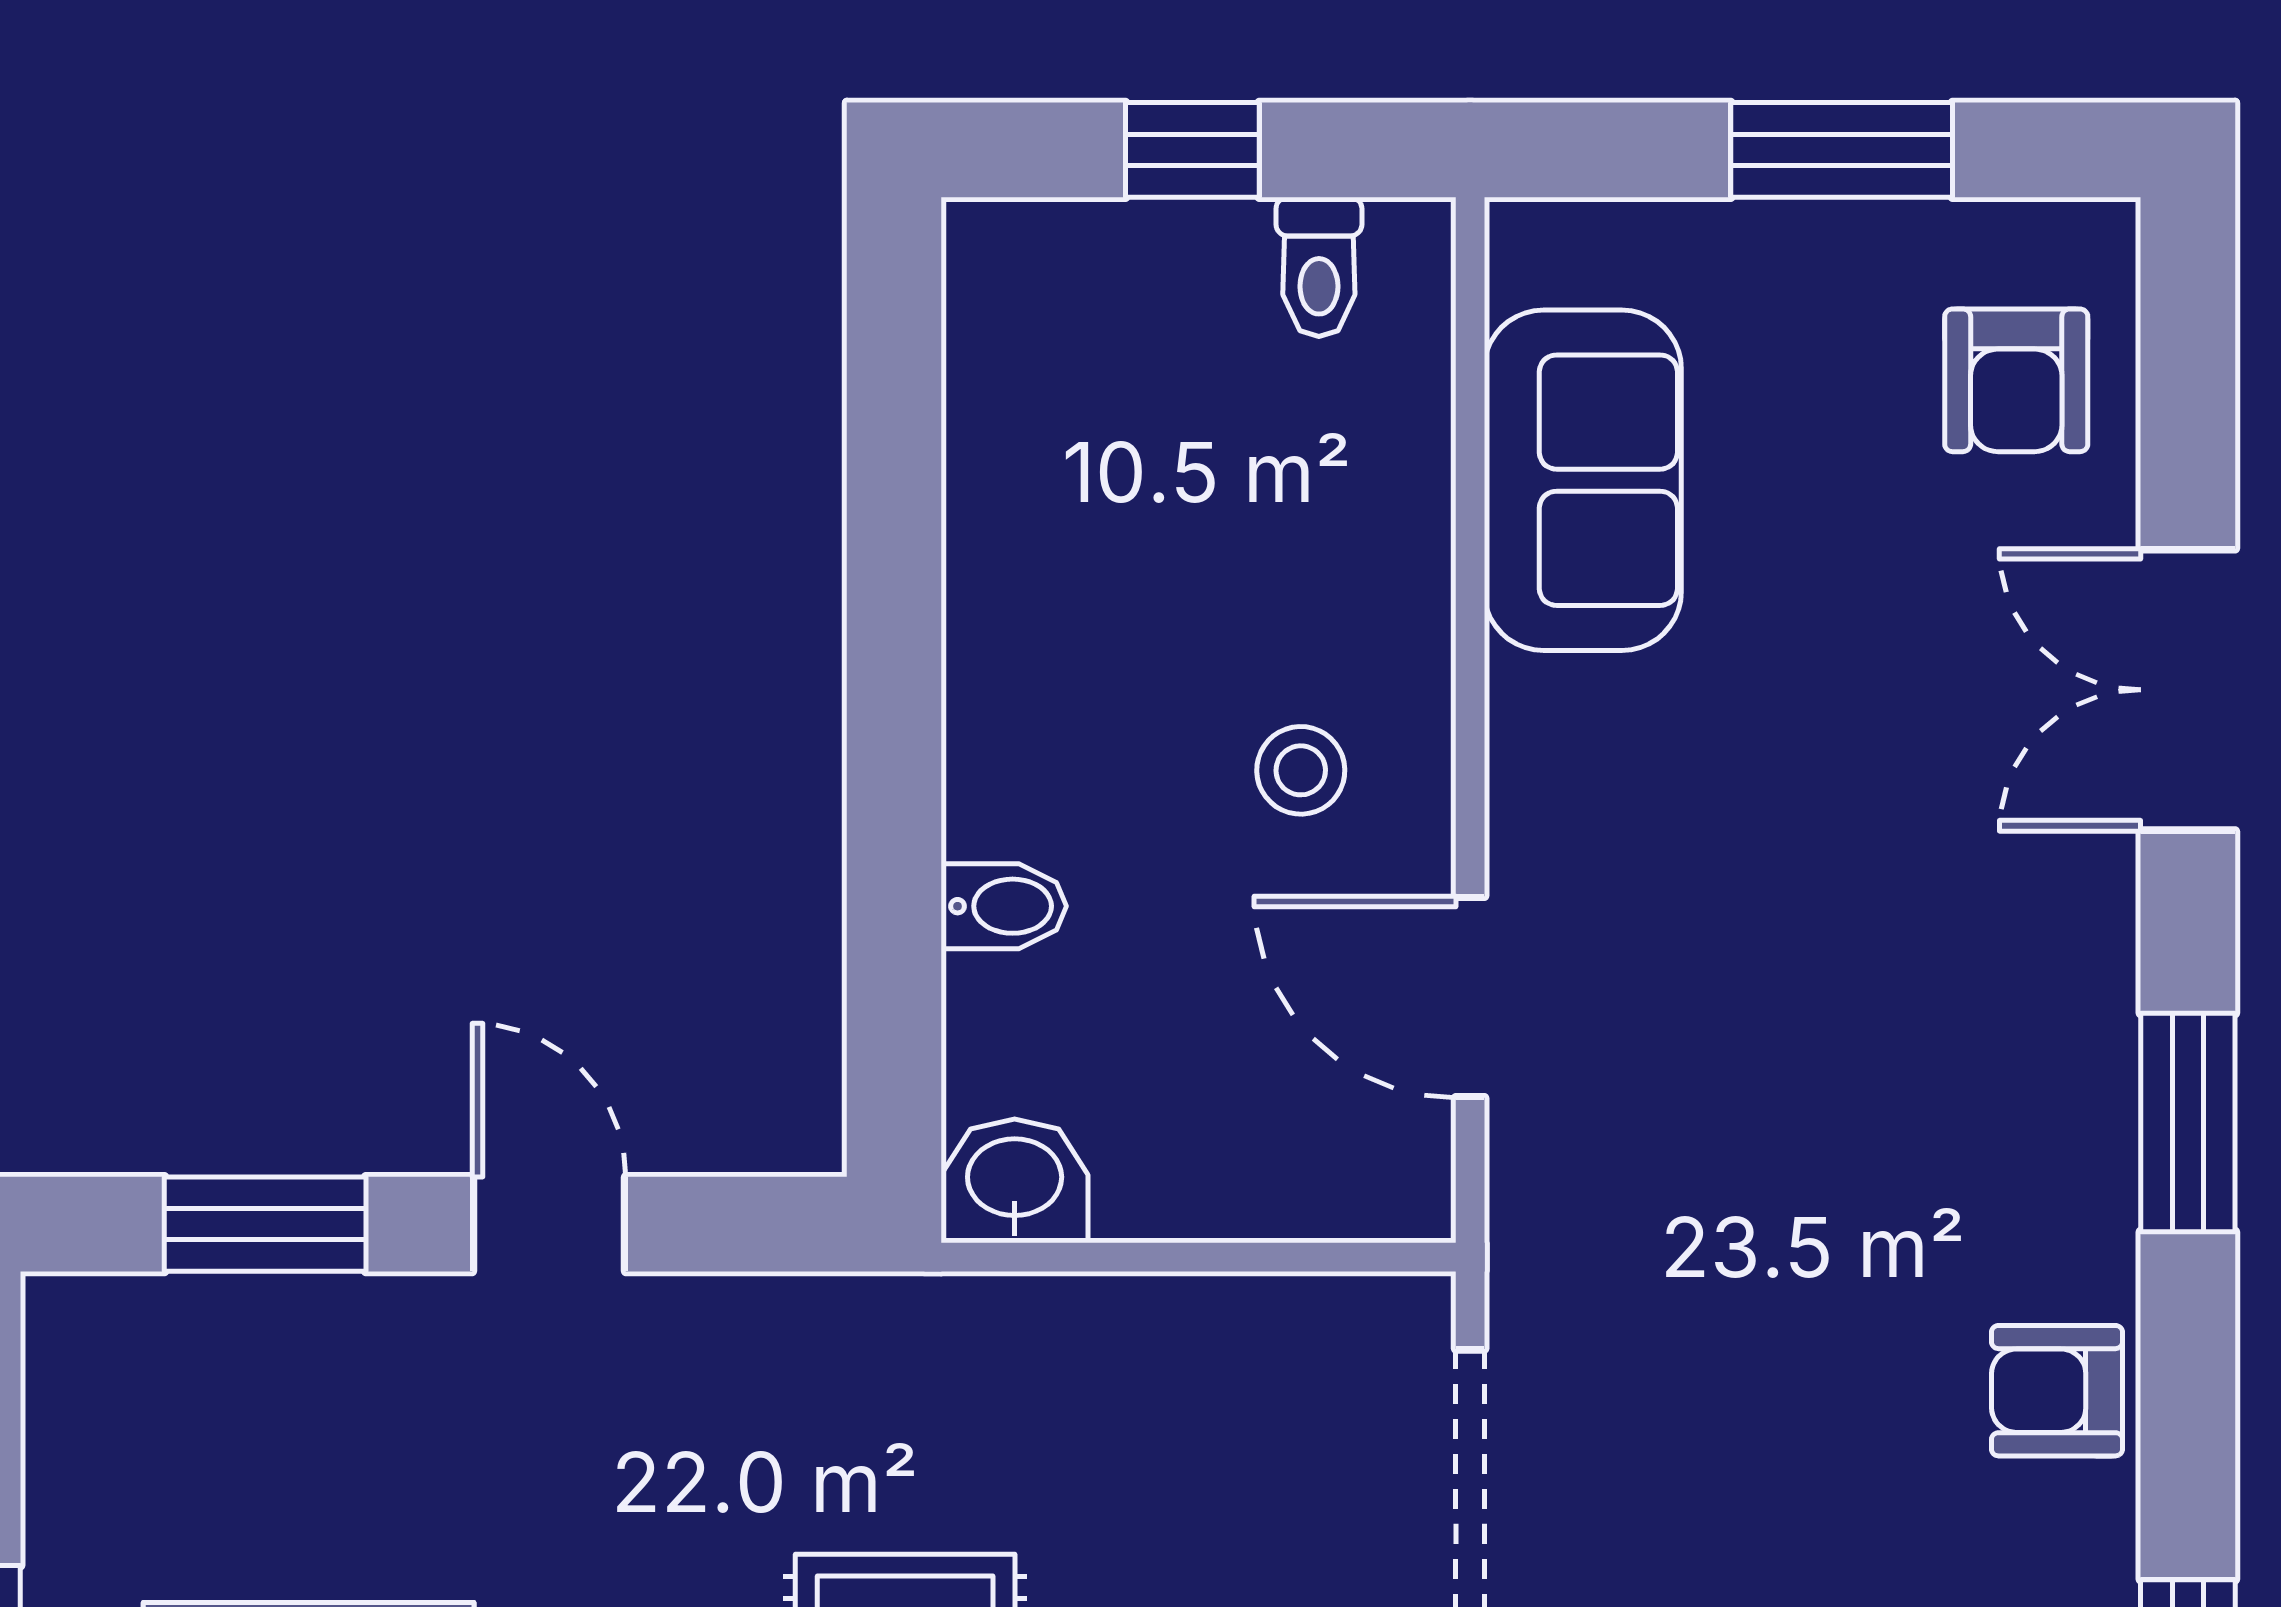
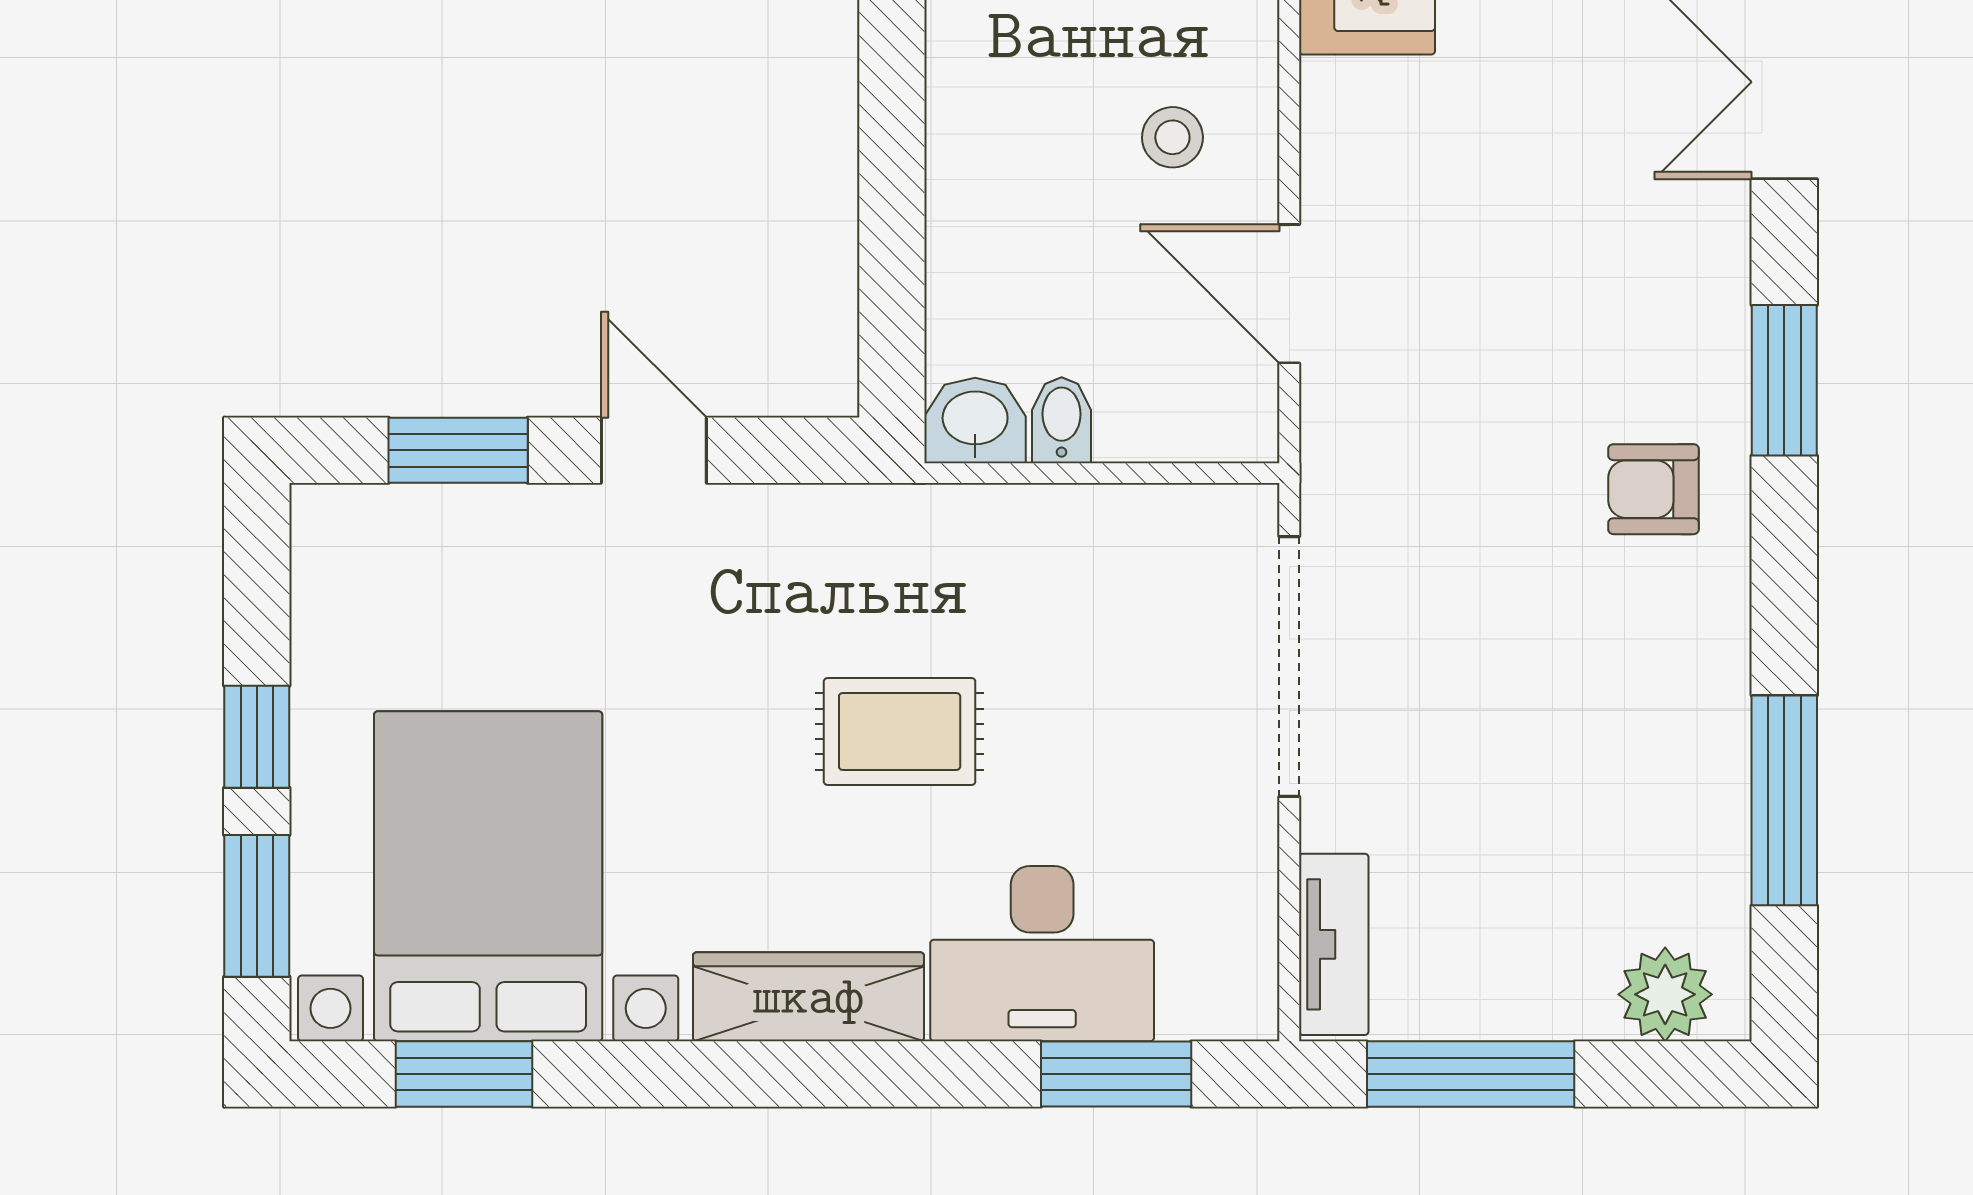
bidet: (1004, 906) -> (1062, 420), moved, turned -90
armchair: (2057, 1391) -> (1654, 489), moved

